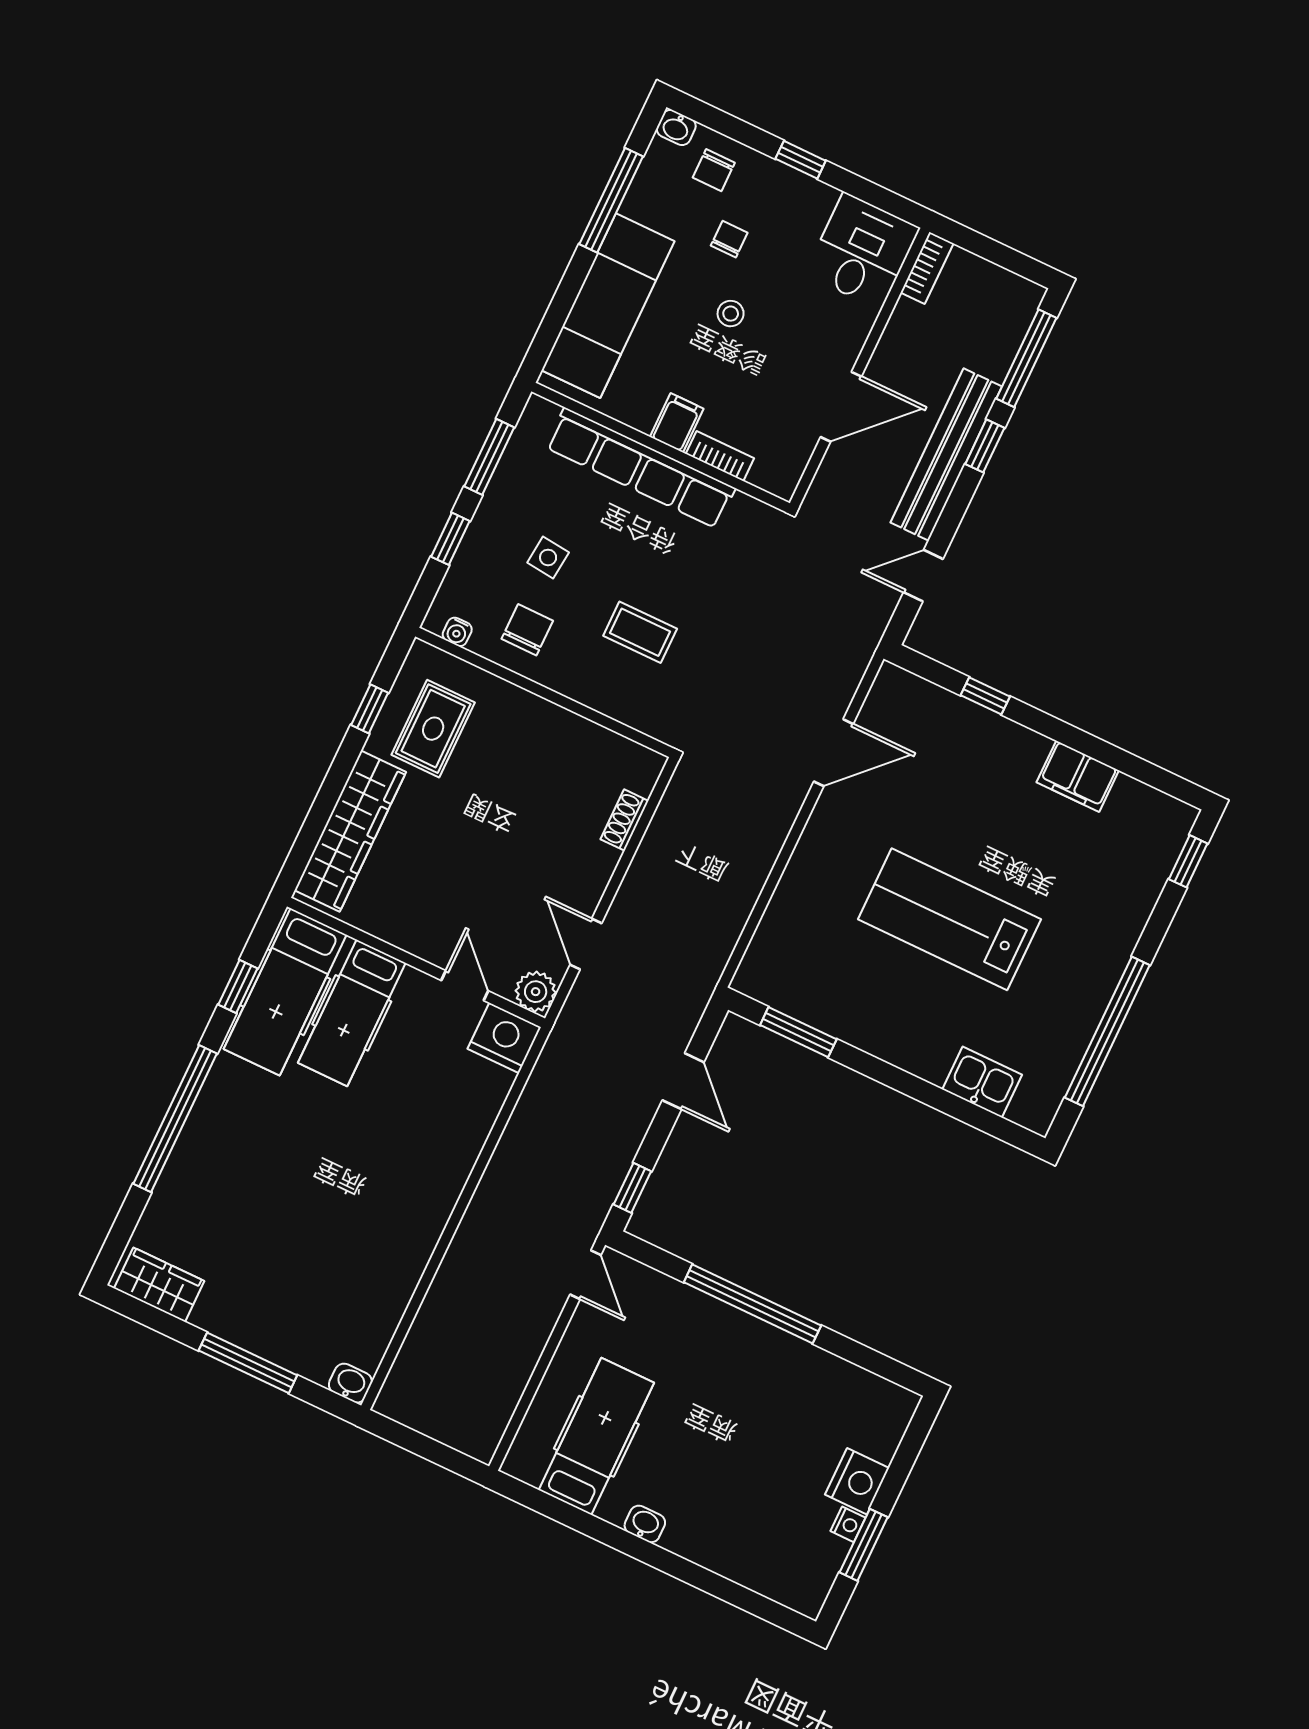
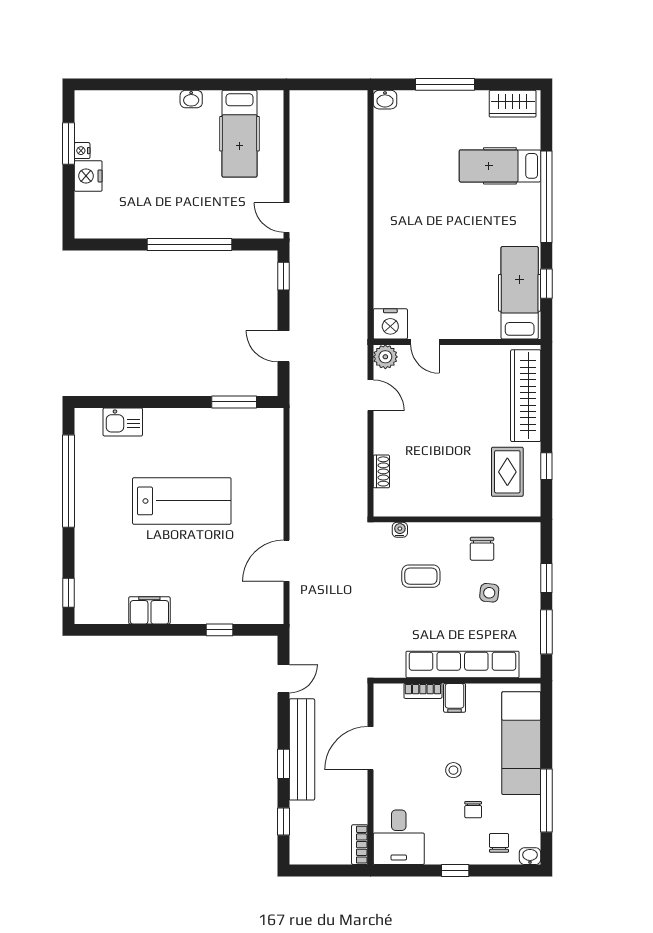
window: (1026, 358) -> (283, 822), width x0.46
water cooler: (457, 632) -> (400, 530), moved
hospital bed: (352, 1013) -> (500, 166), moved, turned -90

